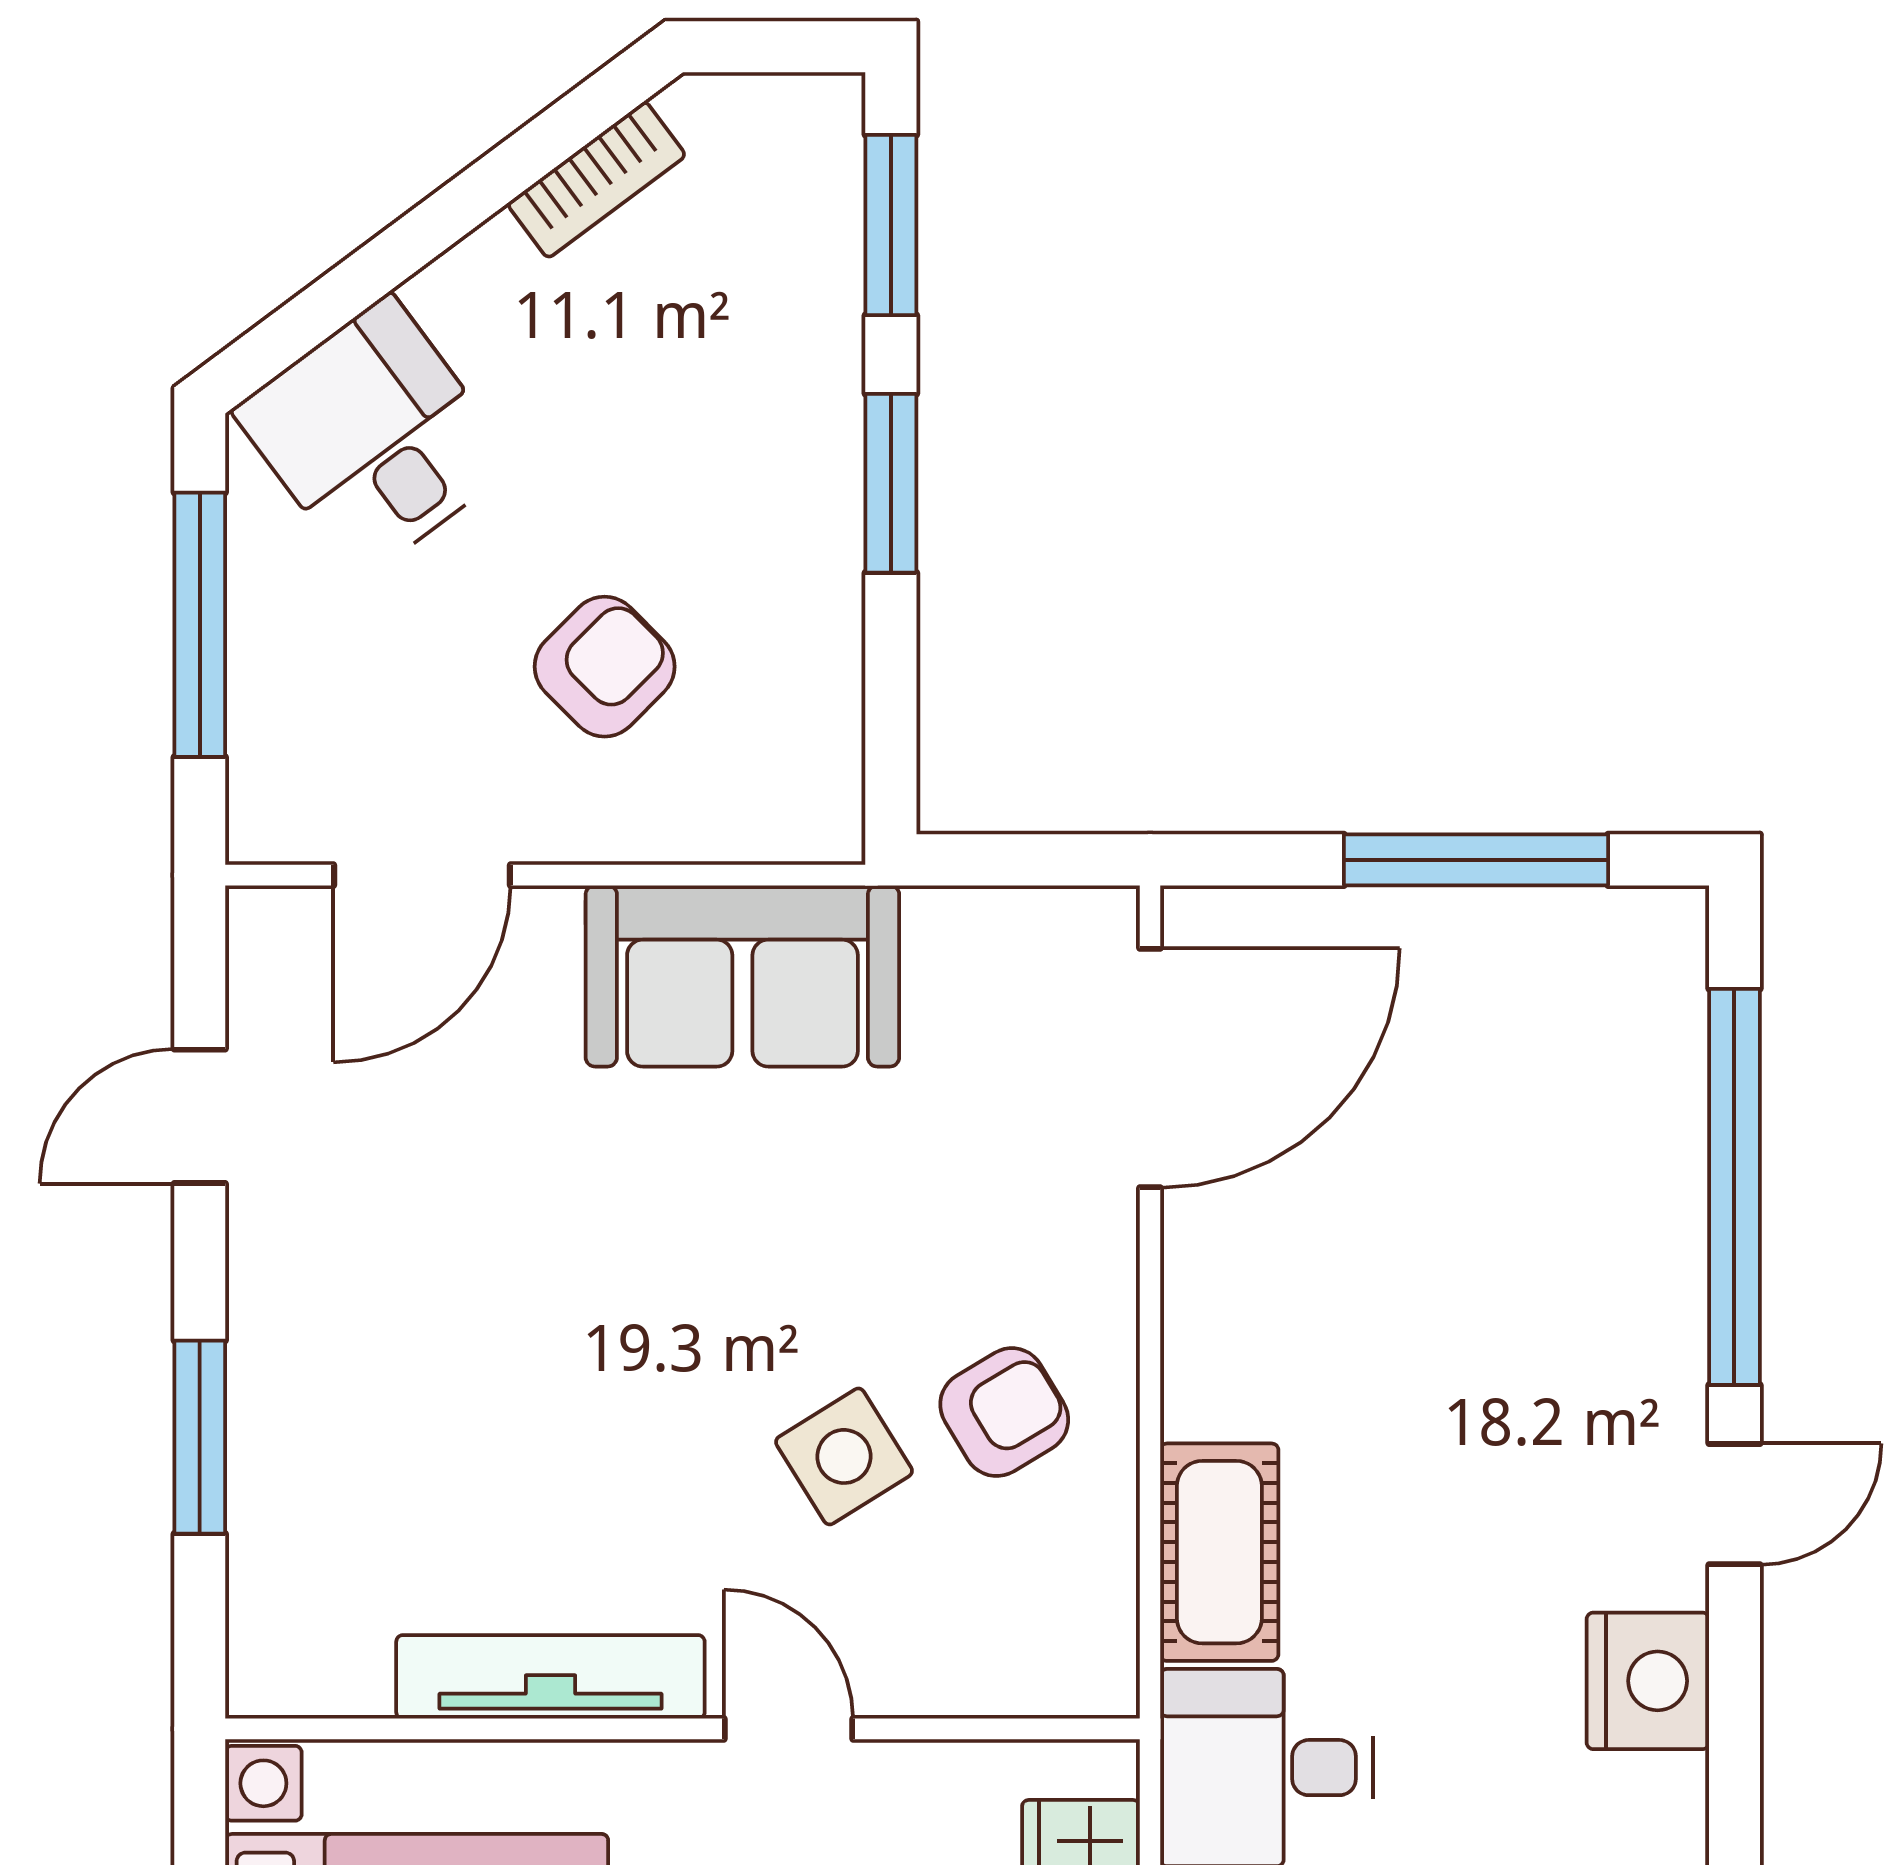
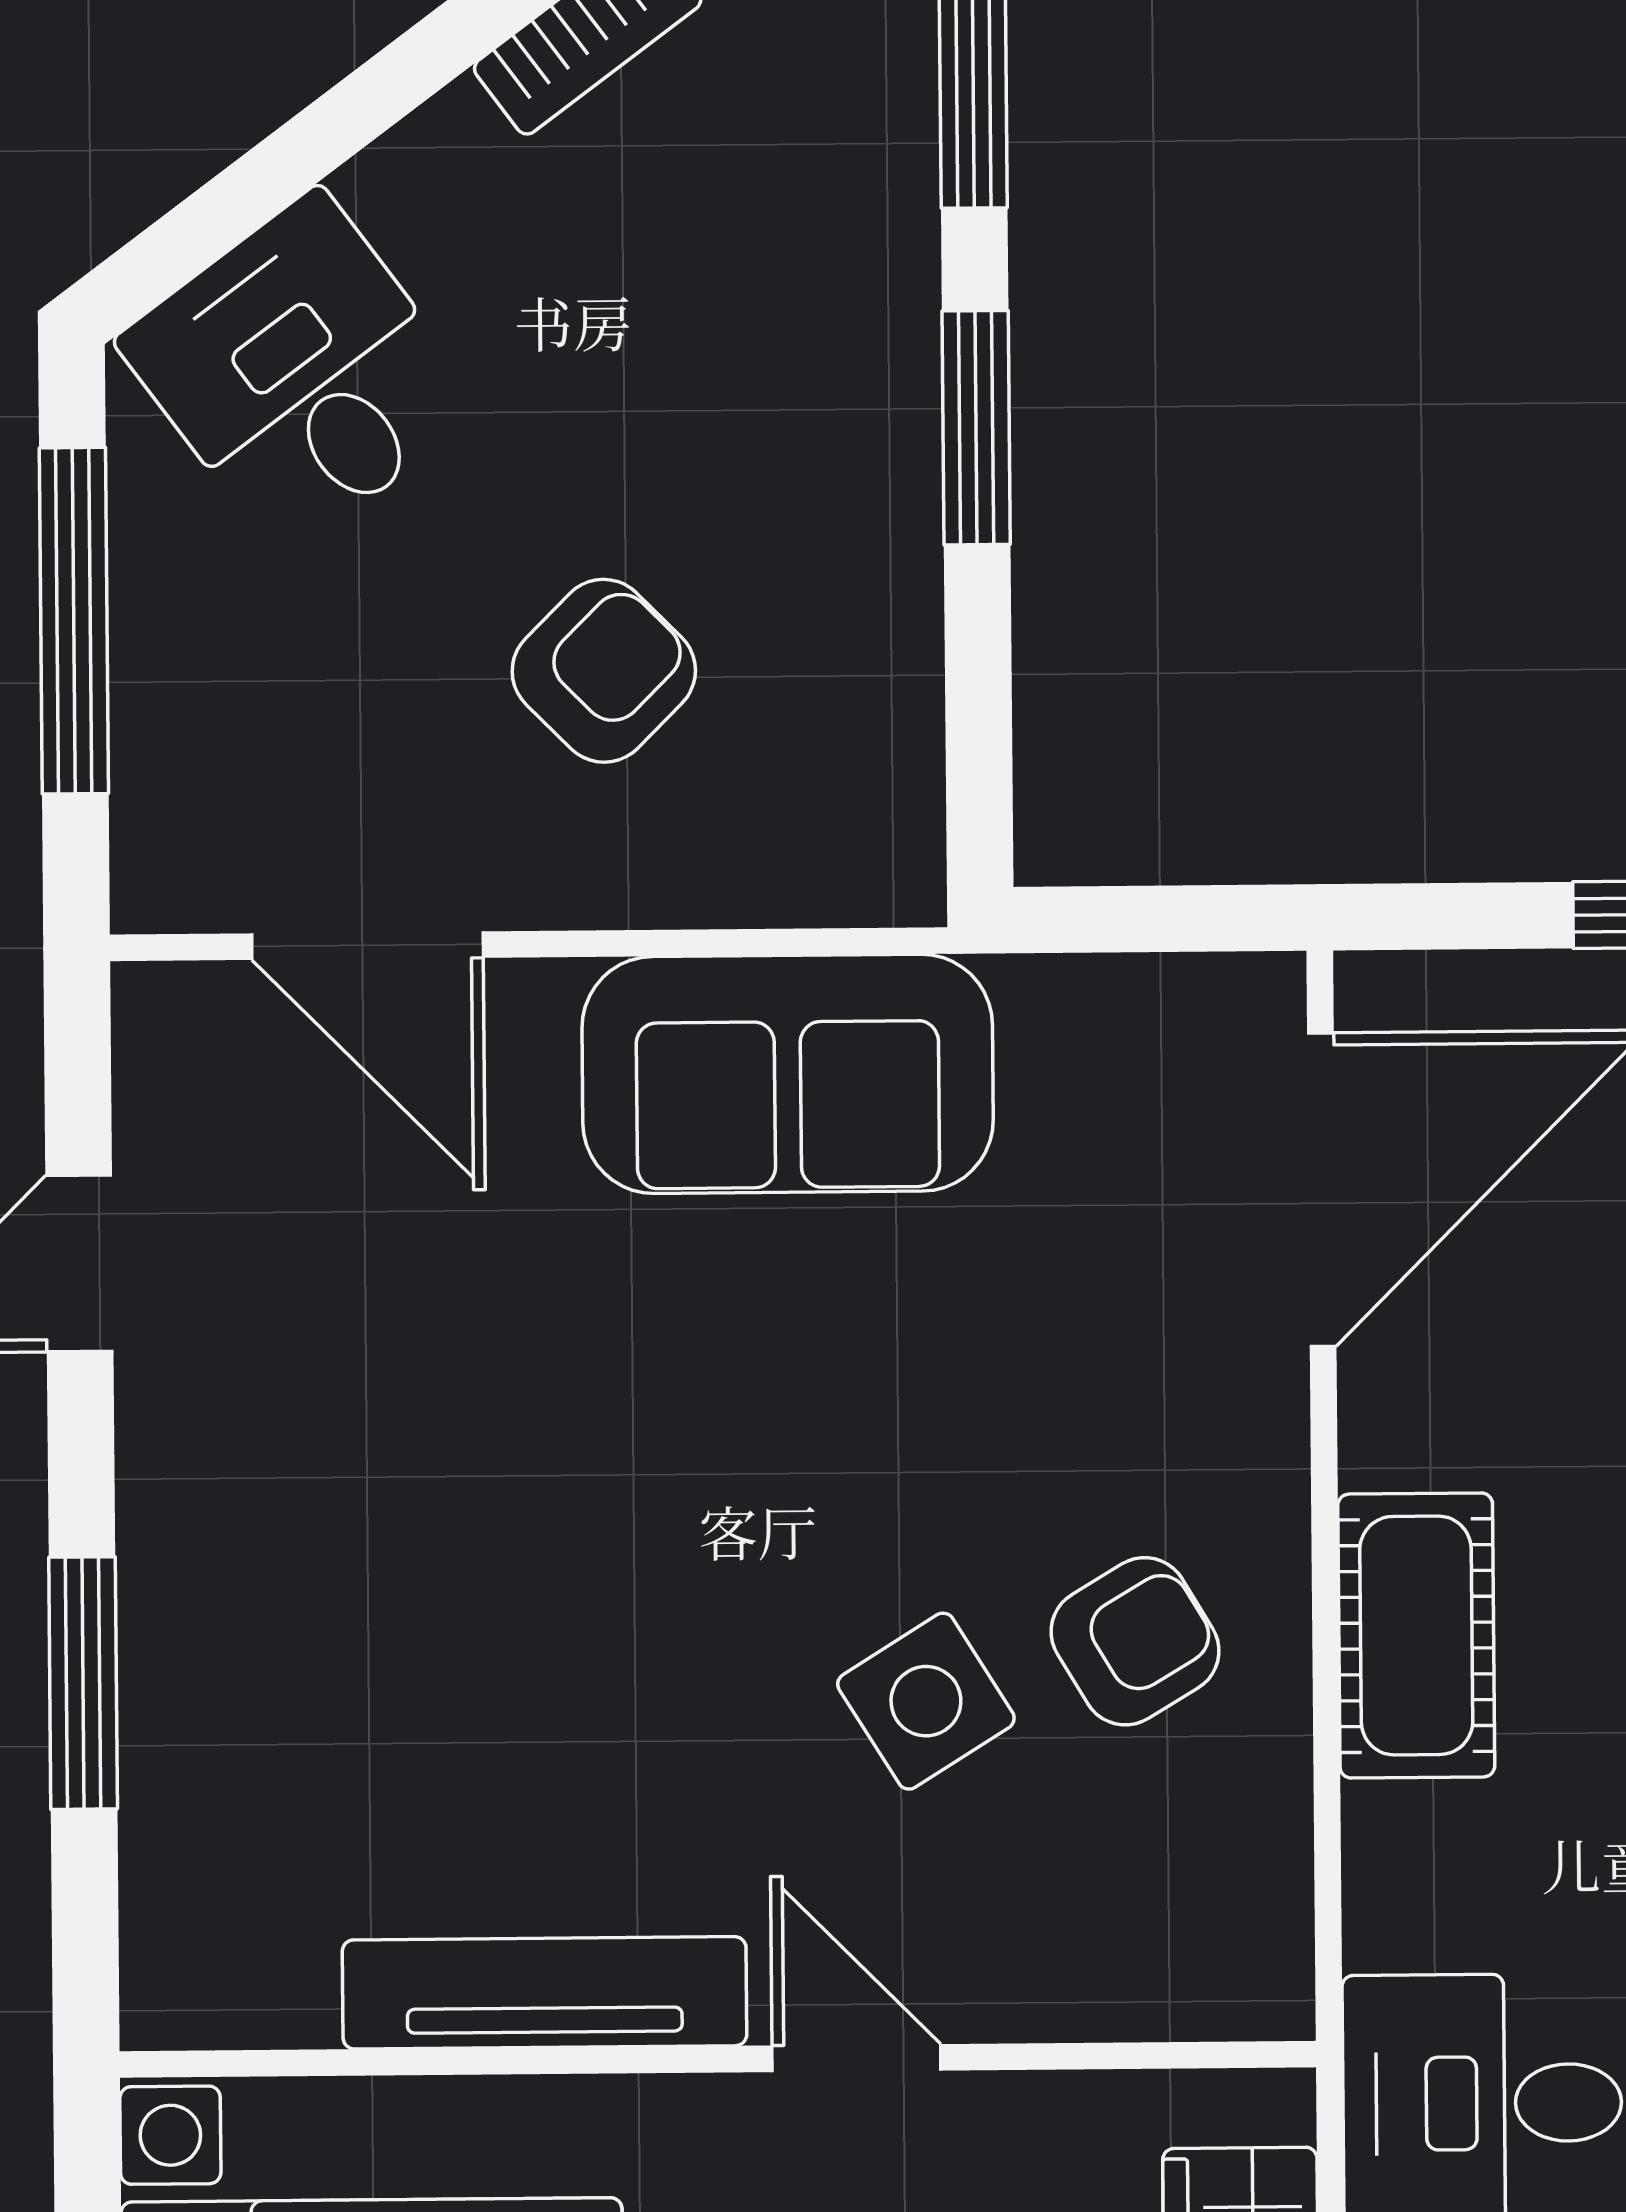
door: (422, 875) -> (367, 946), hinge flipped
cot: (1219, 1552) -> (1416, 1635), moved

